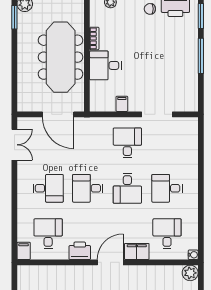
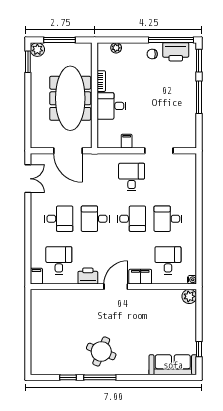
desk: (127, 188) -> (132, 219), turned -90

